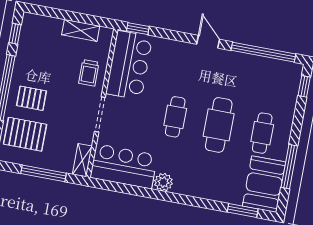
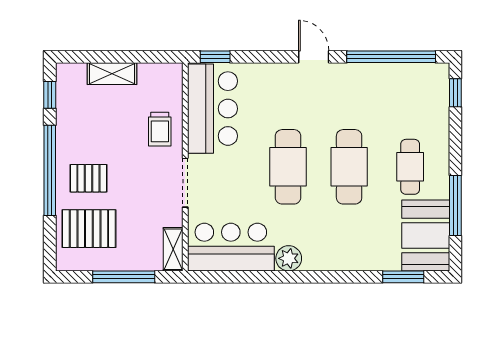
shelving: (81, 30) -> (112, 74), moved
cafe table: (175, 117) -> (288, 167), width x1.37, depth x1.35

